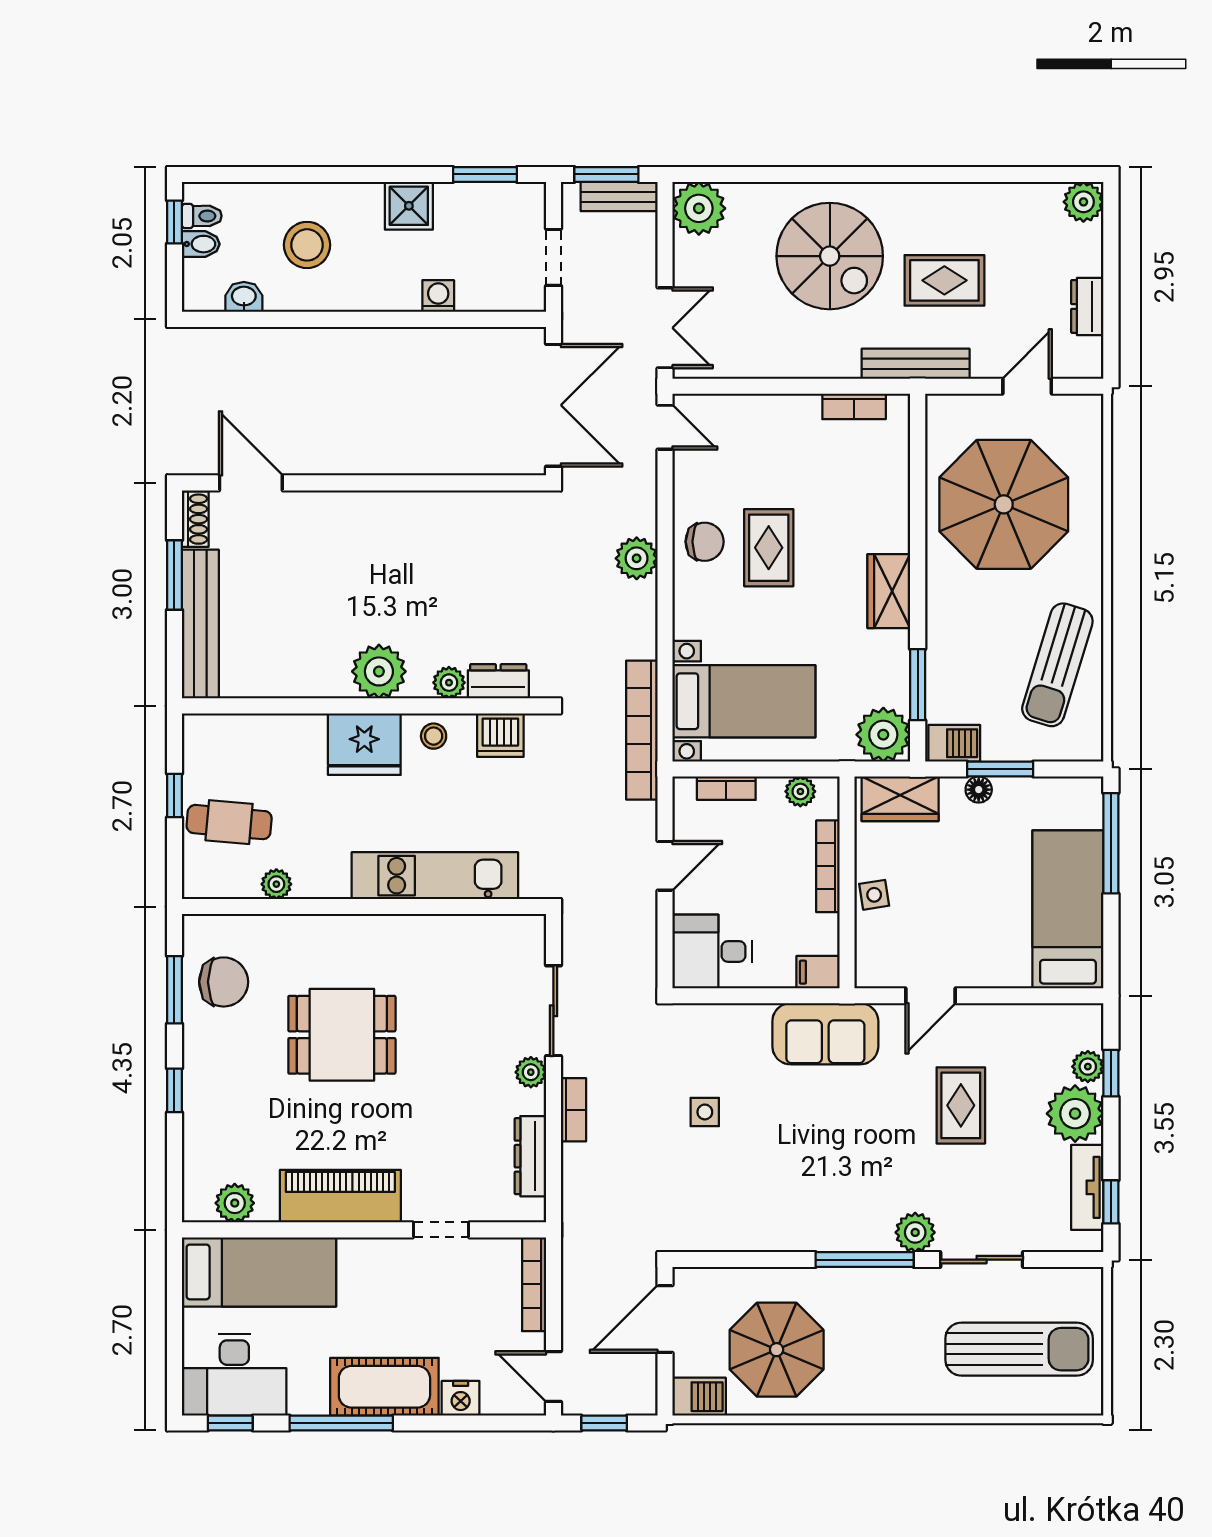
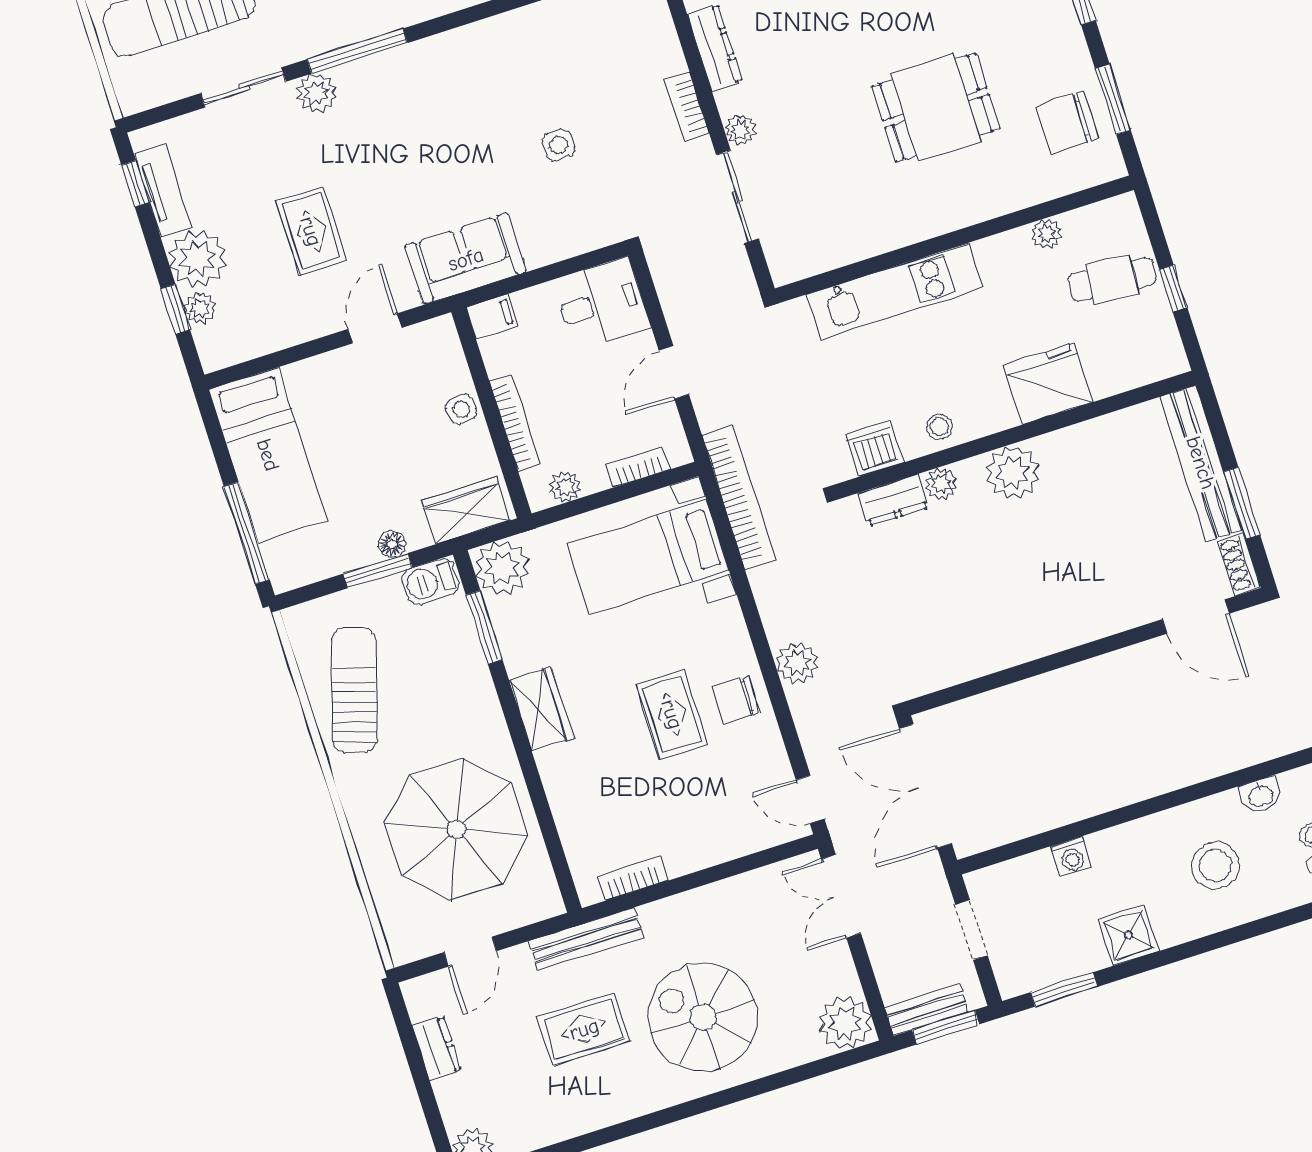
fridge: (364, 744) -> (1048, 383), moved

